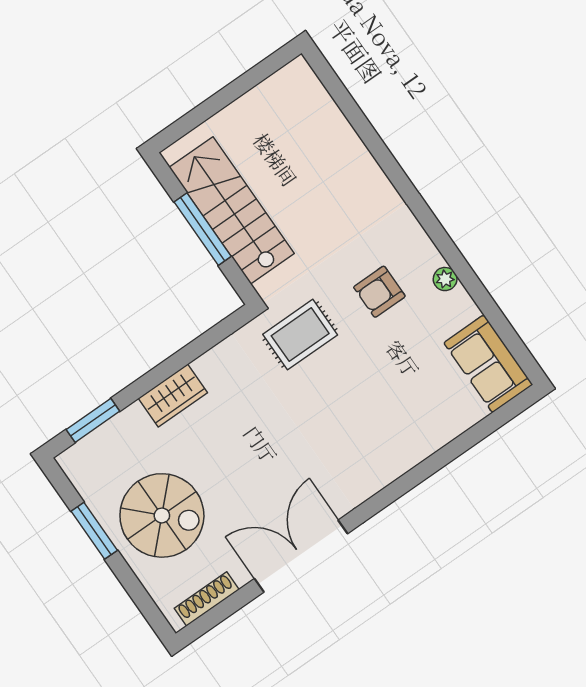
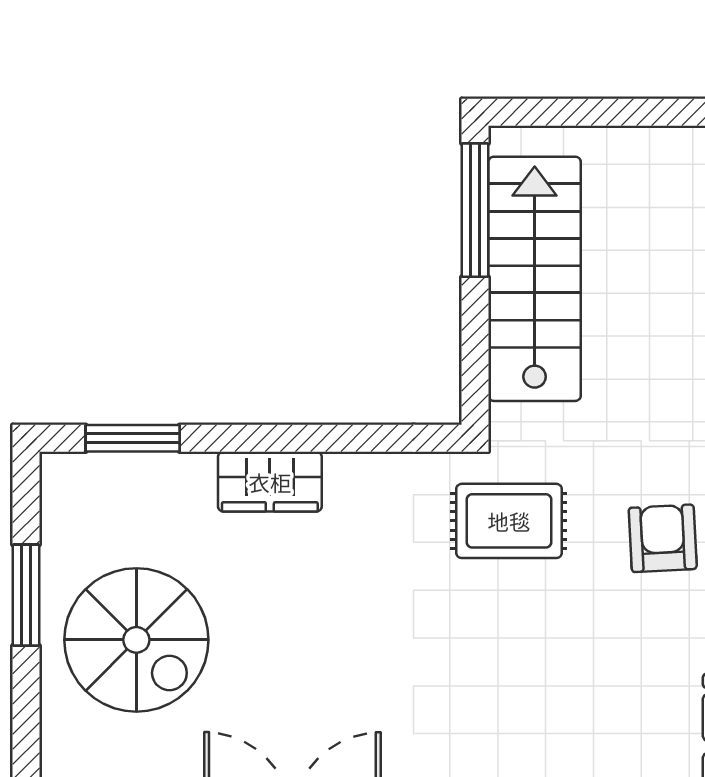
window: (203, 229) -> (475, 210), moved
armchair: (379, 292) -> (663, 538), turned 87

